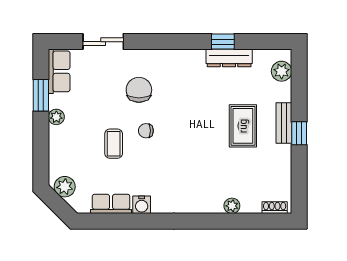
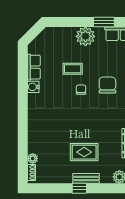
chair: (139, 90) -> (107, 85), turned -90
plant: (56, 117) -> (85, 36), width x1.88, depth x1.88
plant: (65, 187) -> (45, 37), removed
plant: (232, 206) -> (33, 158), moved

